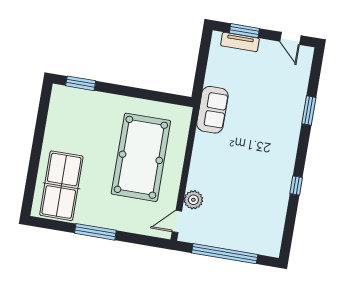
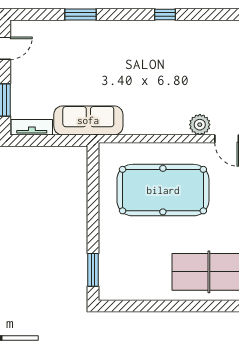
tv unit: (240, 42) -> (32, 127), moved, turned -90
sofa: (212, 110) -> (88, 120), width x1.36

